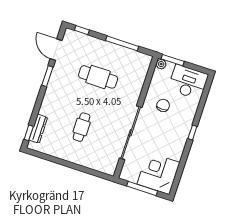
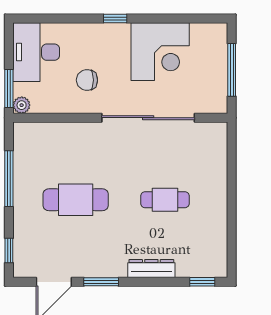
cafe table: (98, 77) -> (76, 200), turned 90
dresser: (38, 129) -> (151, 269), moved
corner desk: (158, 173) -> (160, 52), moved, turned -90

